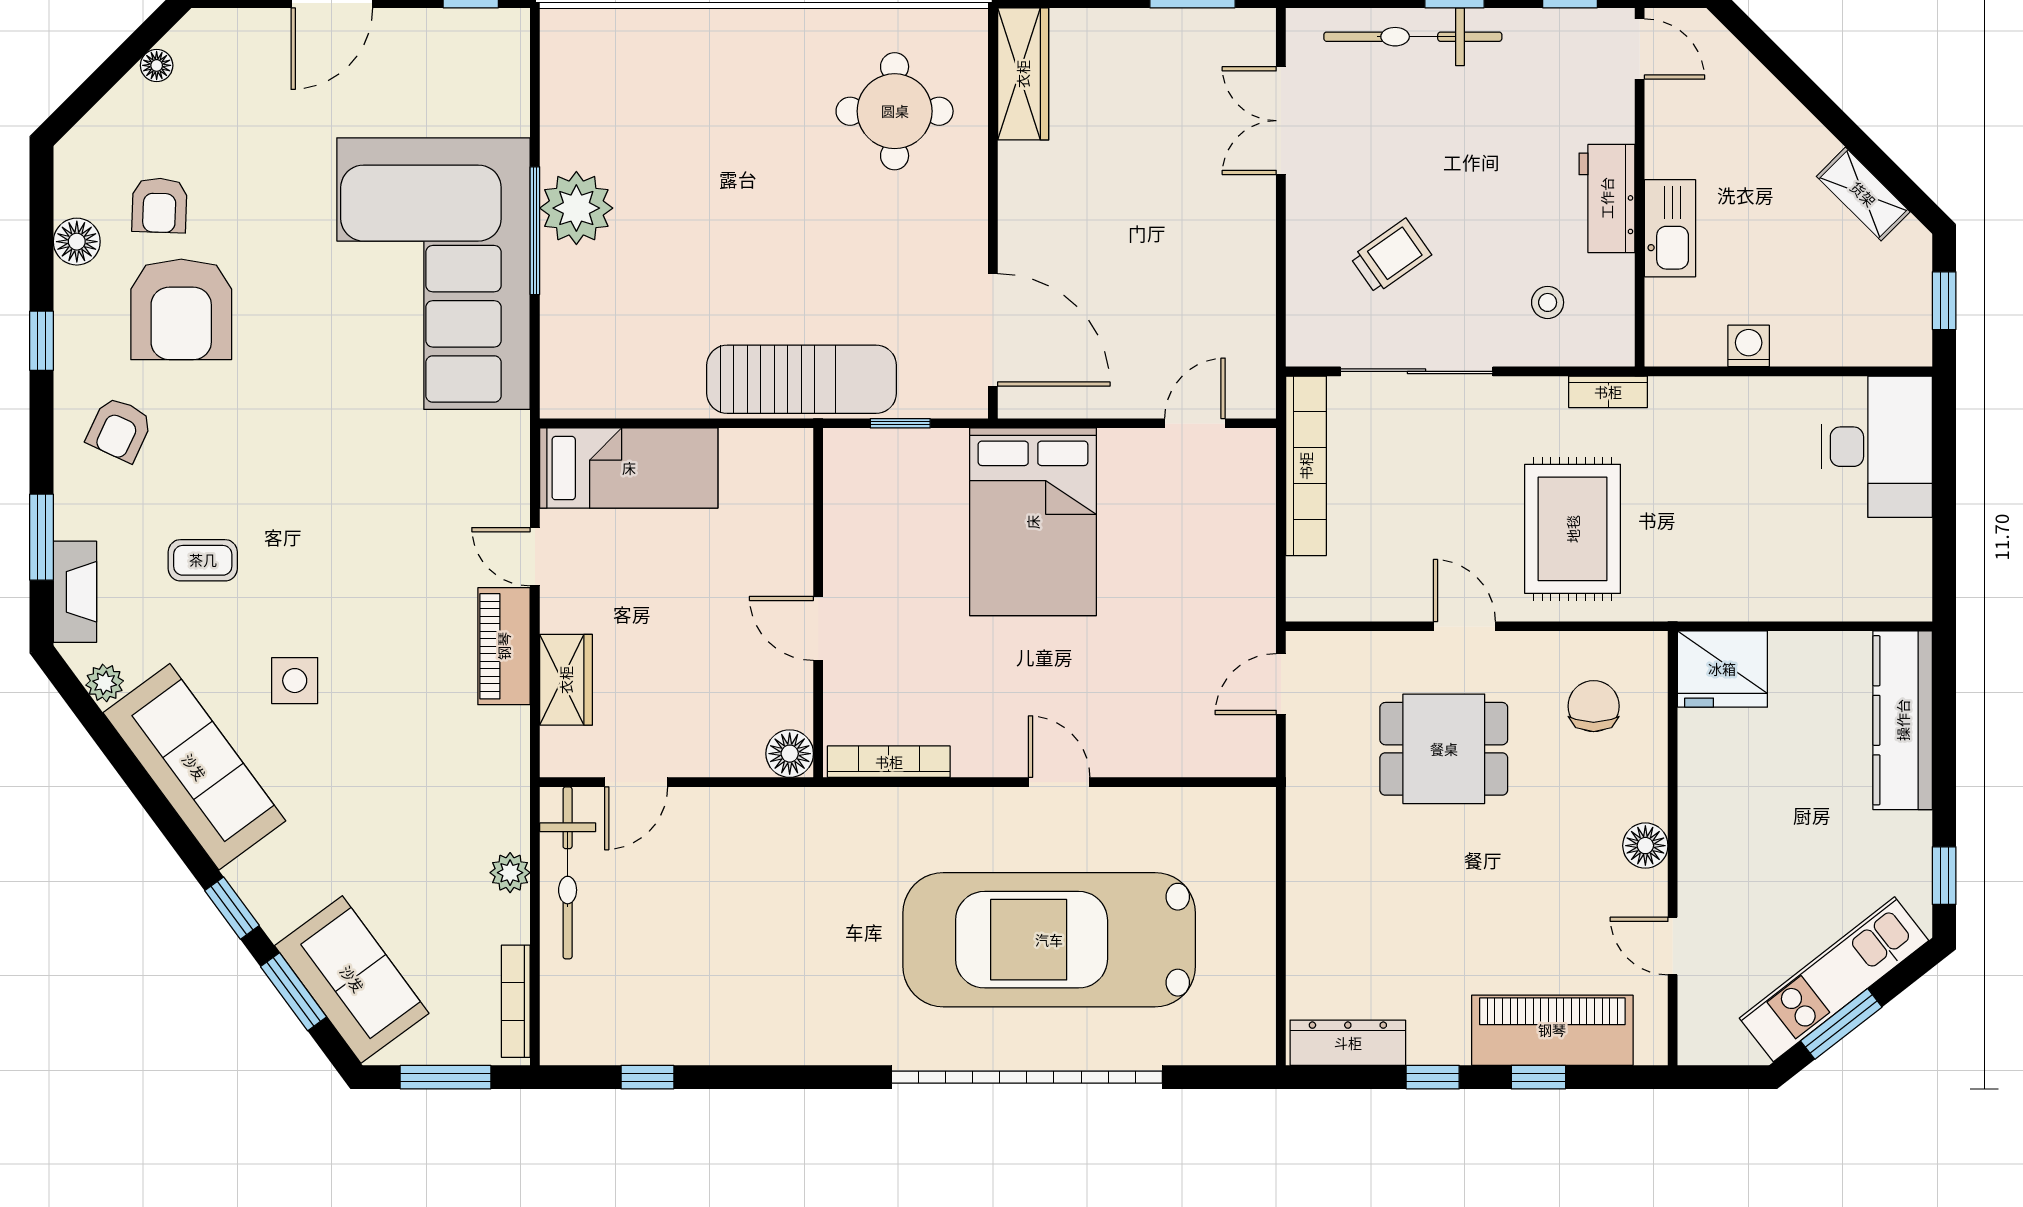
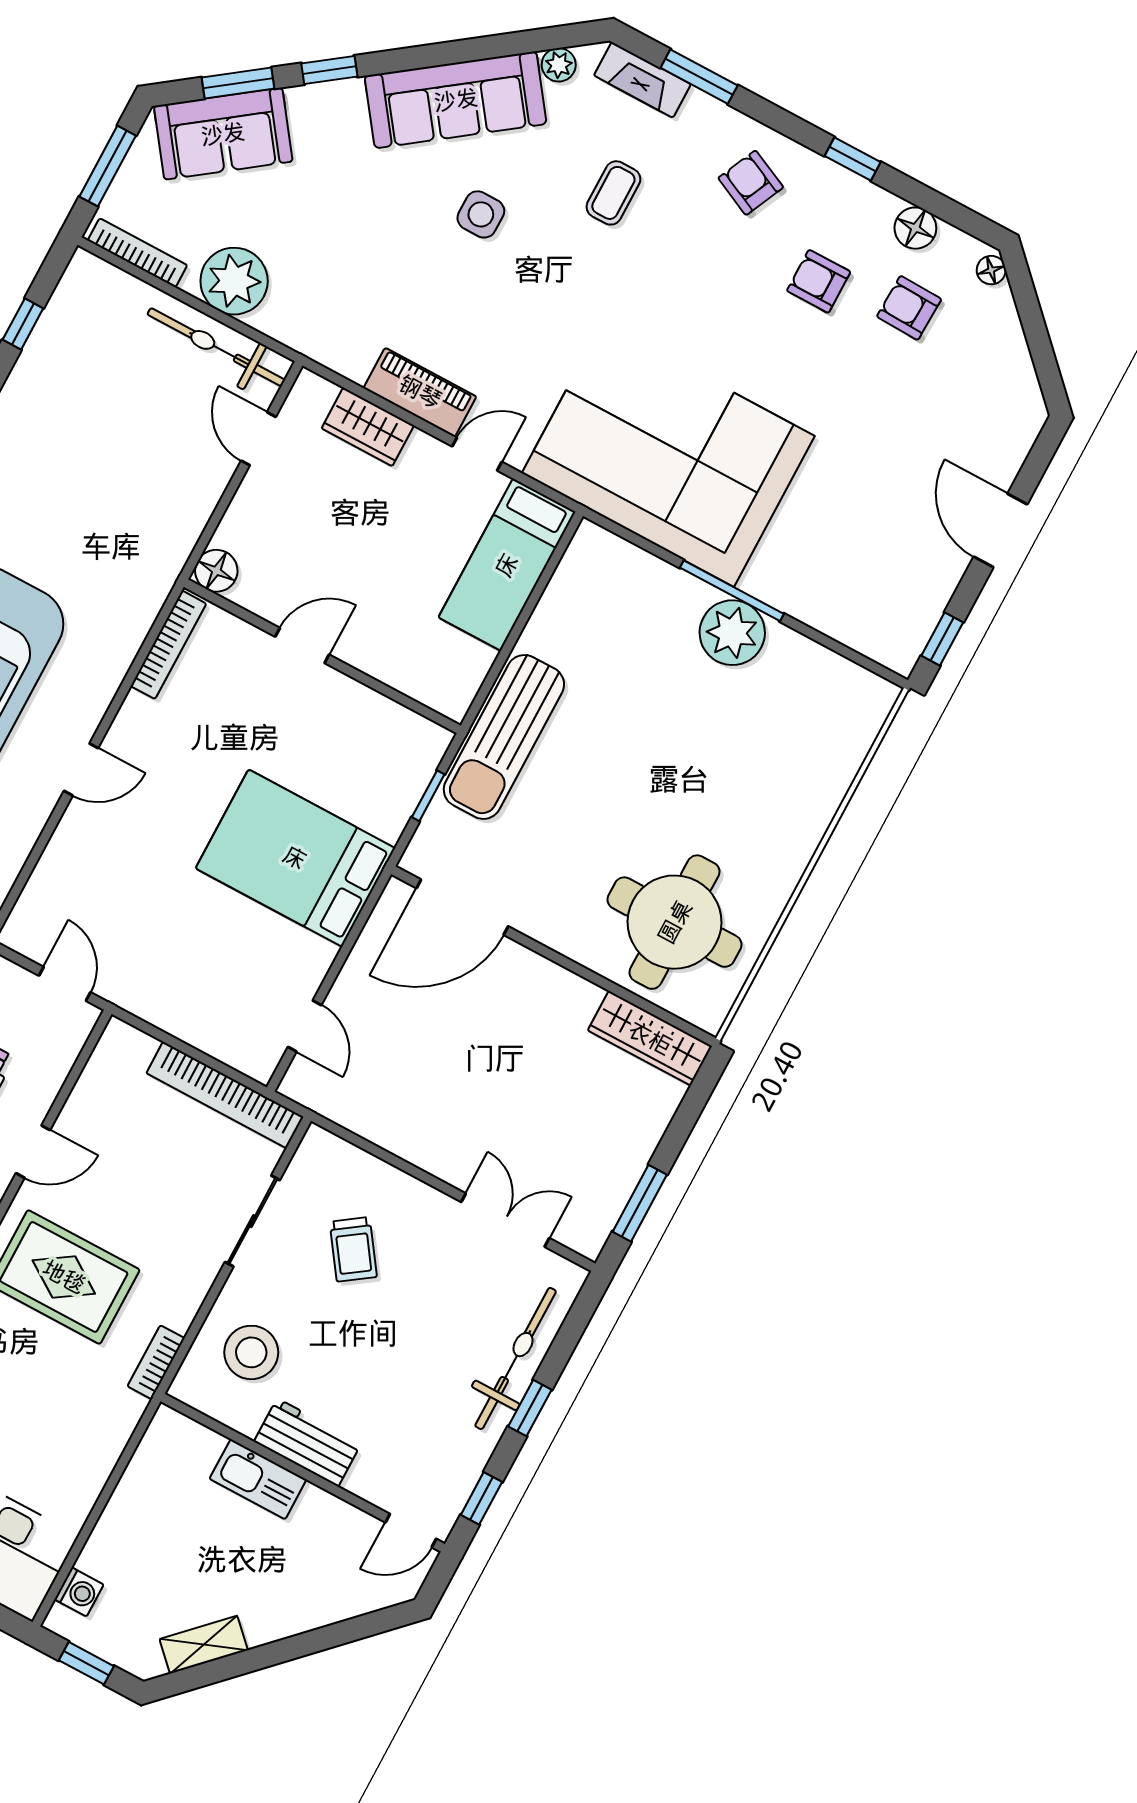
floor lamp: (157, 65) -> (991, 270), moved
round table: (895, 111) -> (675, 922), width x1.36, depth x1.36
corner sofa: (434, 274) -> (668, 455), moved
stool: (1548, 302) -> (251, 1352), width x1.89, depth x1.89
armchair: (181, 309) -> (819, 281), width x0.53, depth x0.53
washing machine: (1749, 346) -> (79, 1592), moved
sliding door: (1417, 371) -> (252, 1221), width x0.73
plant: (510, 873) -> (234, 281), width x1.88, depth x1.88

